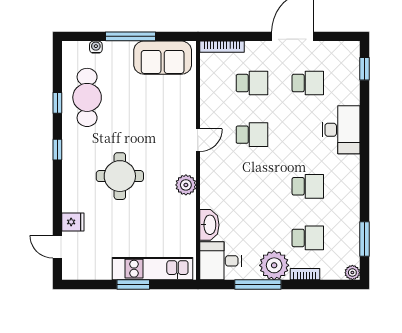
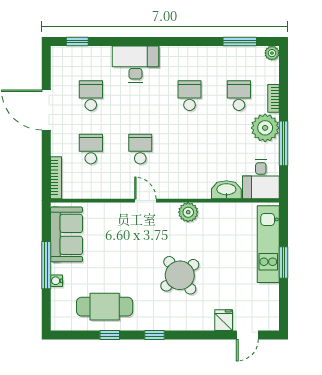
water cooler: (96, 47) -> (56, 281), moved
round table: (120, 176) -> (180, 275), turned -38

